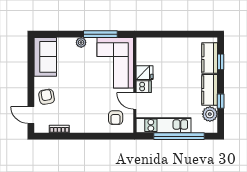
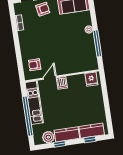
corner sofa: (115, 63) -> (77, 58), removed
fridge: (144, 73) -> (91, 79), moved

